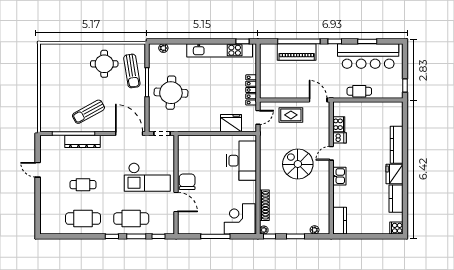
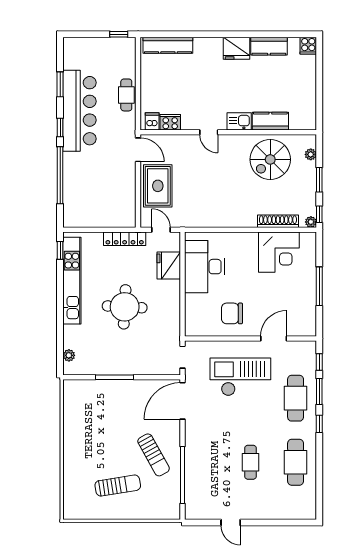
piano: (297, 52) -> (74, 178), removed
bar counter: (368, 56) -> (79, 111), moved
round table: (104, 64) -> (90, 434), removed
sun lounger: (132, 71) -> (118, 486), moved
round table: (171, 93) -> (125, 307), moved
door: (318, 100) -> (138, 150), swing flipped
rug: (291, 115) -> (158, 186), width x1.36, depth x1.43
dishwasher: (339, 138) -> (152, 121), moved
dresser: (83, 141) -> (193, 463), removed
kitchen counter: (397, 145) -> (168, 45), moved
desk: (241, 161) -> (204, 267), moved, turned -90
spiral stairs: (298, 164) -> (270, 159), moved
door: (38, 170) -> (231, 523), hinge flipped
checkout: (147, 177) -> (240, 377), turned -90
chair: (187, 182) -> (232, 313), moved
corner desk: (240, 219) -> (279, 252), moved, turned -90
kitchen counter: (340, 221) -> (270, 121), moved

